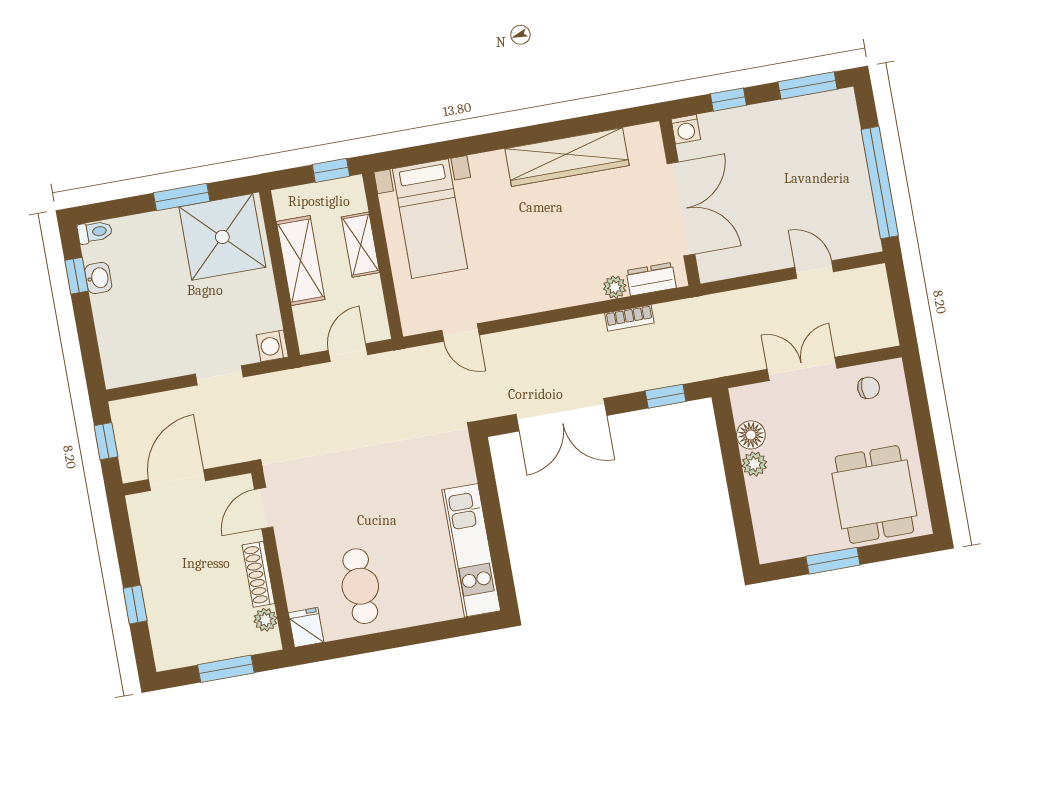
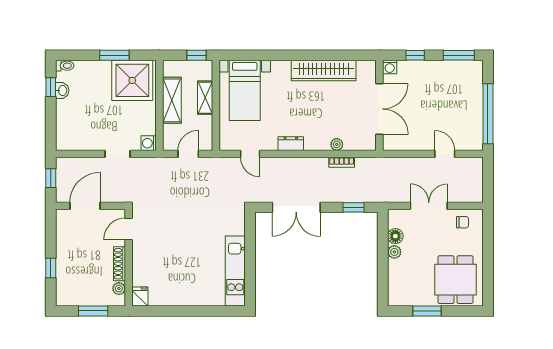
dresser: (651, 279) -> (291, 144), moved
cafe table: (360, 586) -> (173, 280), removed

